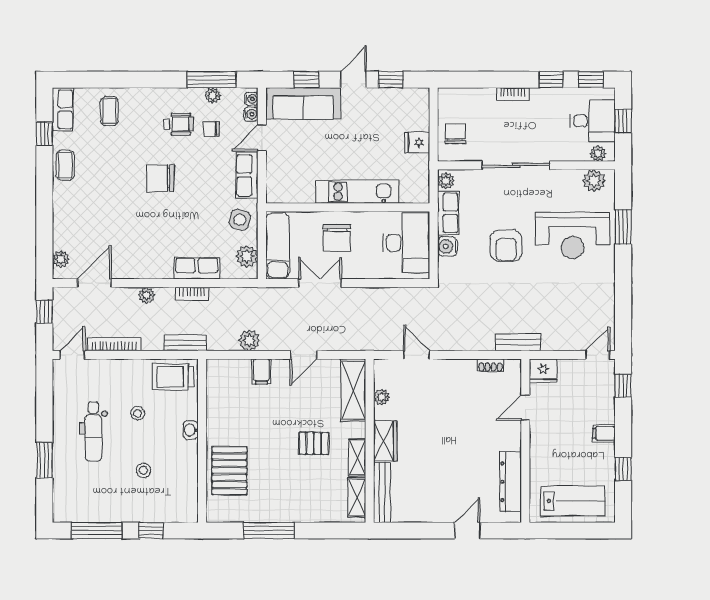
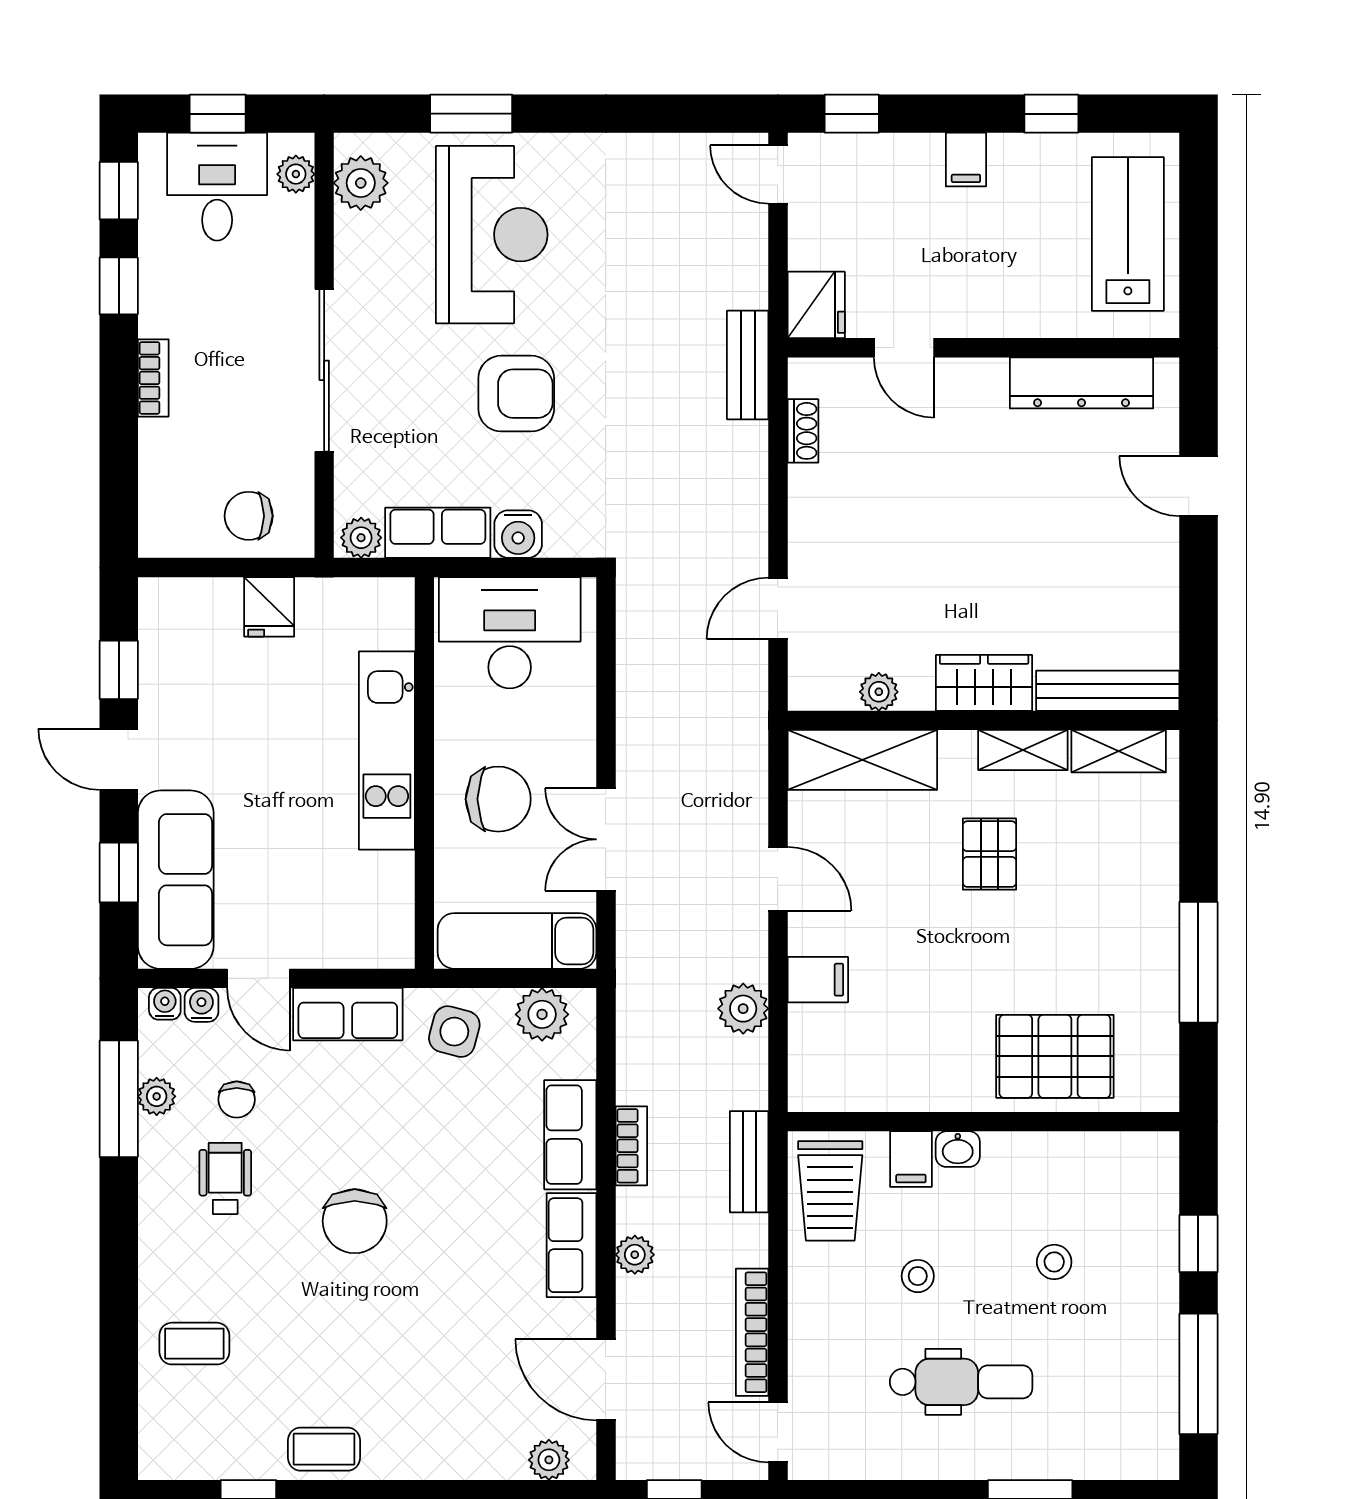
row of seats: (63, 109) -> (572, 1245), moved, turned -90
filing cabinet: (186, 410) -> (911, 1159), added

